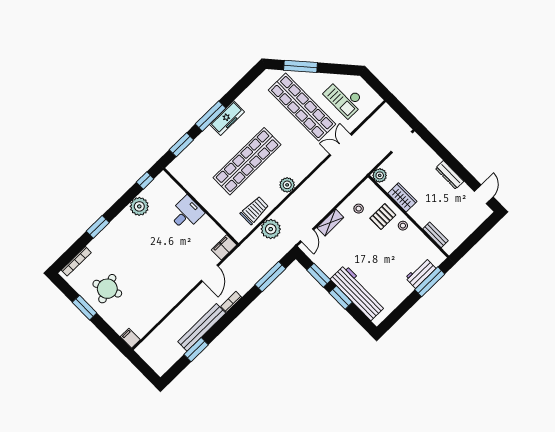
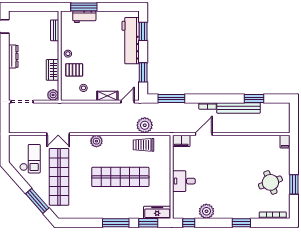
freezer: (227, 118) -> (157, 212), moved
plant: (287, 185) -> (96, 141), moved
window: (341, 298) -> (143, 31), moved

